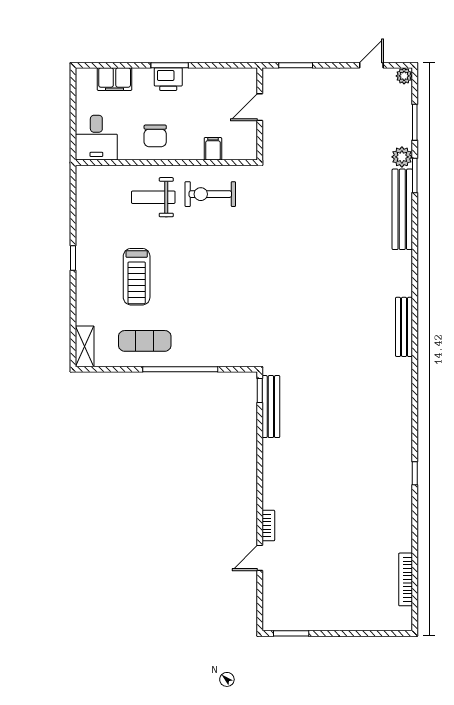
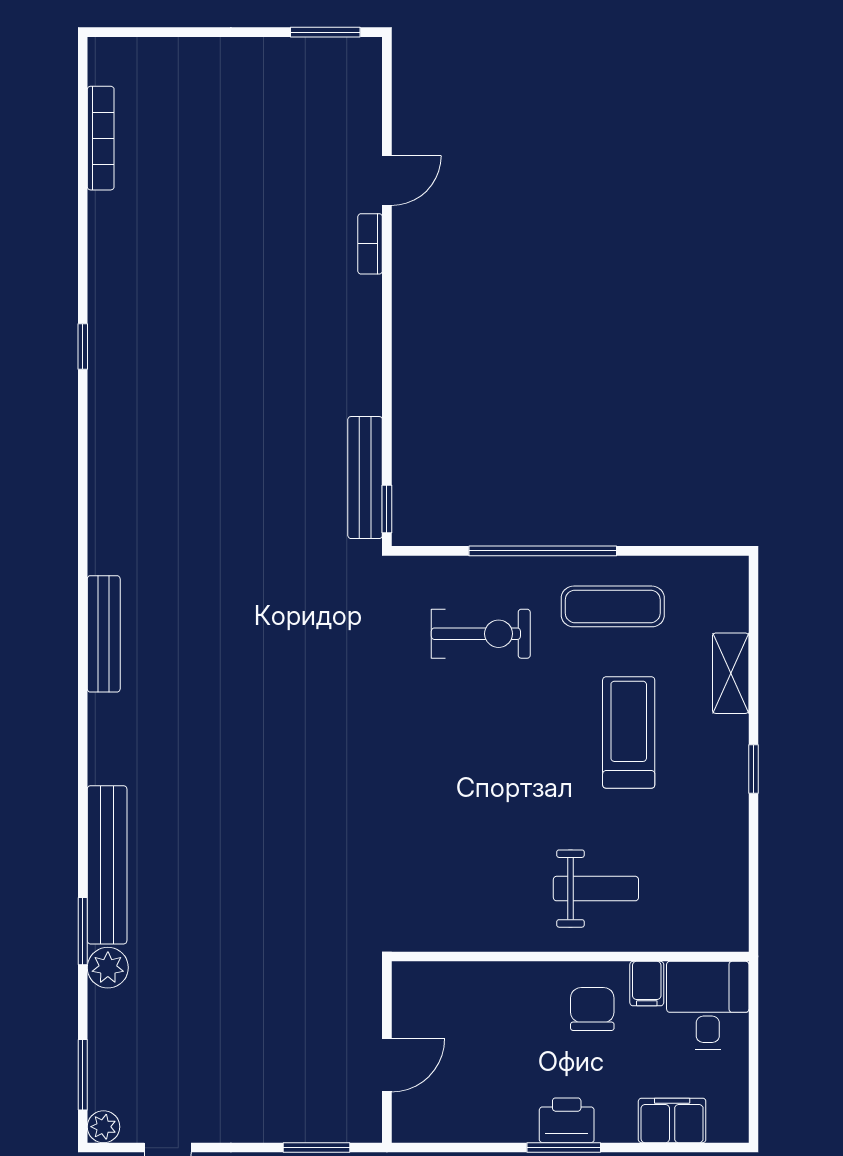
window: (415, 122) -> (83, 1075), moved
filing cabinet: (213, 149) -> (647, 984), moved
exercise bike: (210, 194) -> (481, 634), moved
shelving: (85, 346) -> (731, 673), moved

